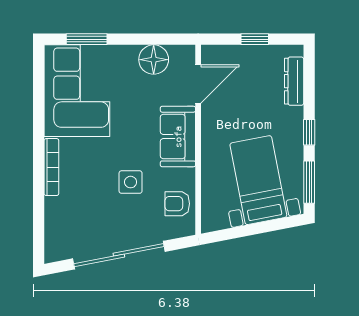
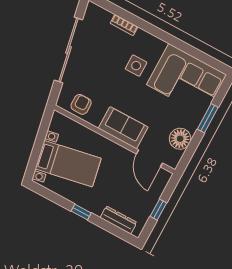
window: (87, 39) -> (208, 118), moved
bookcase: (51, 167) -> (124, 25), moved, width x0.64
side table: (131, 182) -> (136, 66), moved
window: (309, 182) -> (50, 195), removed

